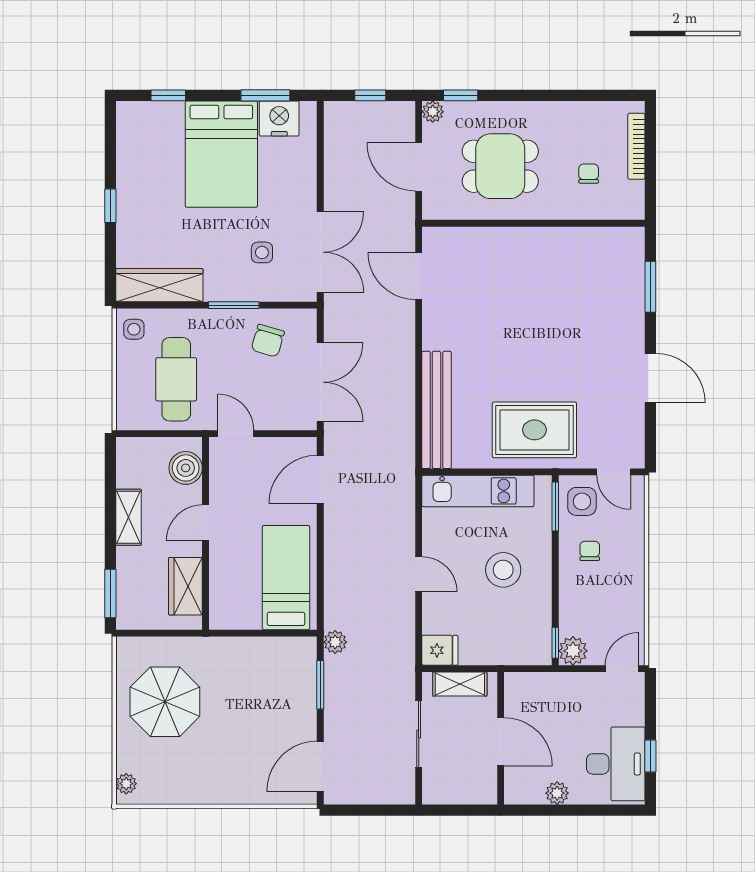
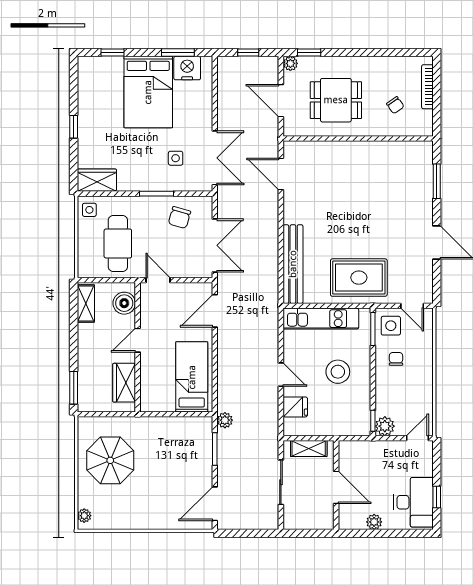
chair: (589, 174) -> (395, 105), turned 145
wardrobe: (159, 285) -> (97, 180), width x0.67
shelving: (129, 517) -> (86, 304), moved
fridge: (440, 650) -> (295, 407), moved

